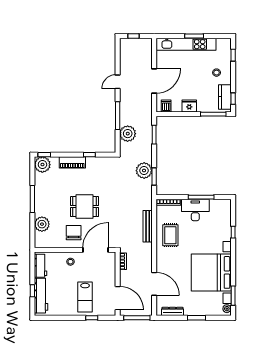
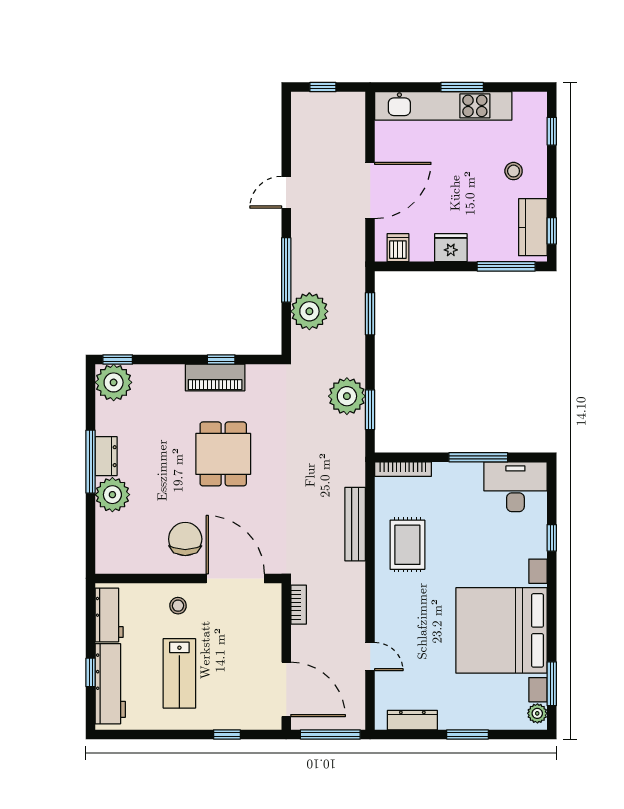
piano: (72, 162) -> (215, 377), moved
dresser: (39, 197) -> (106, 456), added
dining table: (85, 207) -> (223, 454), moved, turned 90
desk: (195, 210) -> (515, 487), moved
plant: (42, 224) -> (112, 495), moved
door: (95, 250) -> (235, 578), hinge flipped
door: (154, 284) -> (370, 657), width x0.53
lab bench: (85, 297) -> (179, 673), moved

